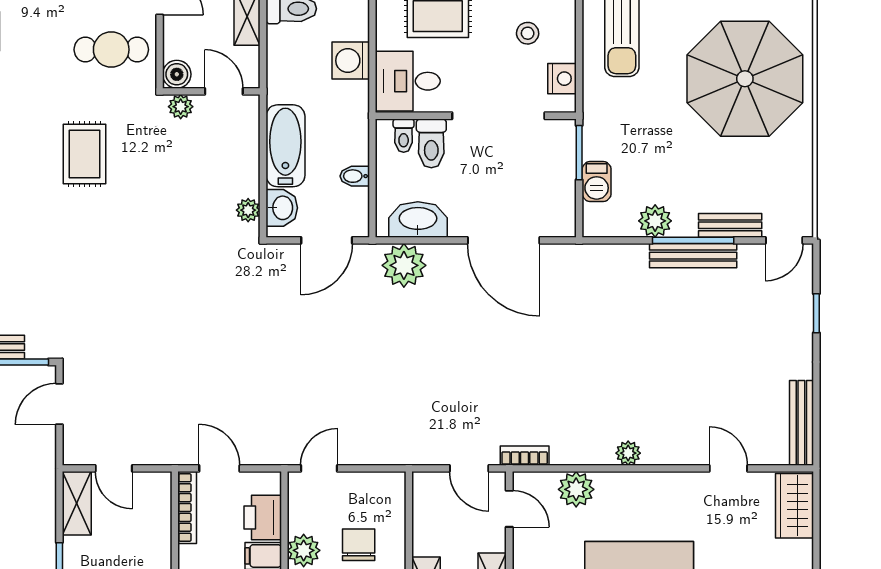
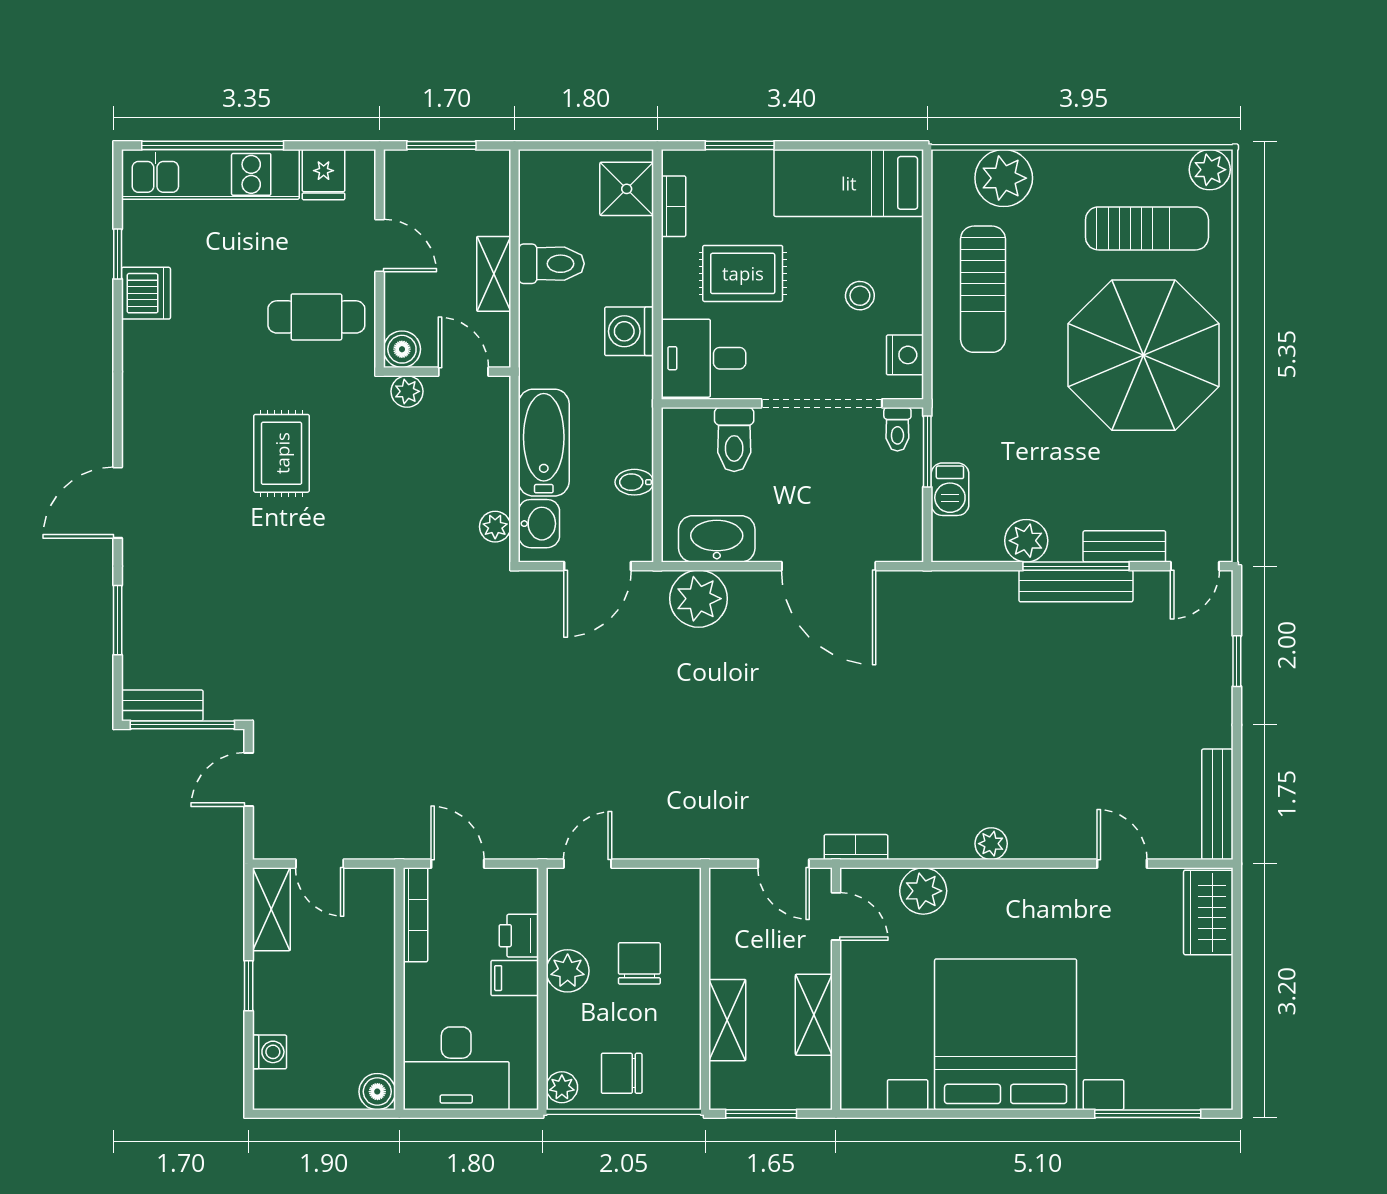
toilet: (404, 136) -> (897, 429), moved
printer: (263, 518) -> (519, 936), width x0.73, depth x0.81

